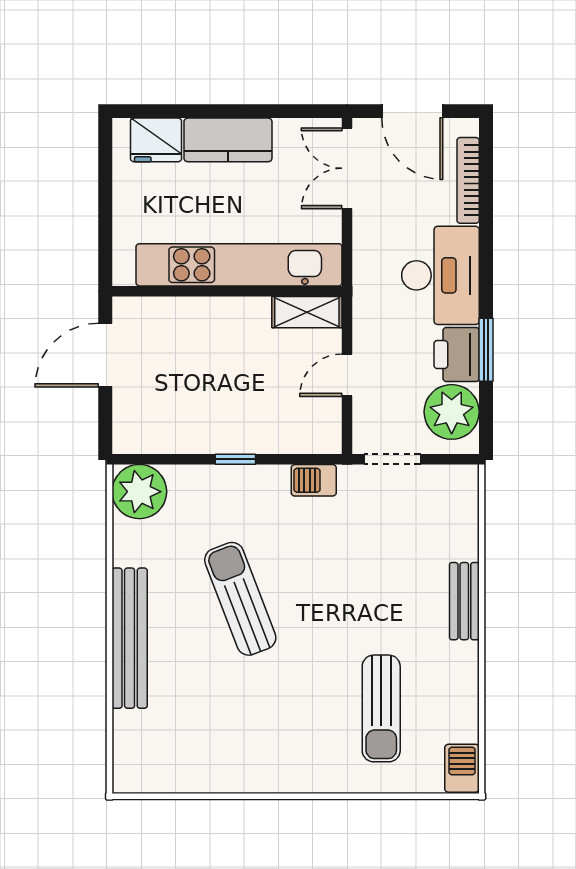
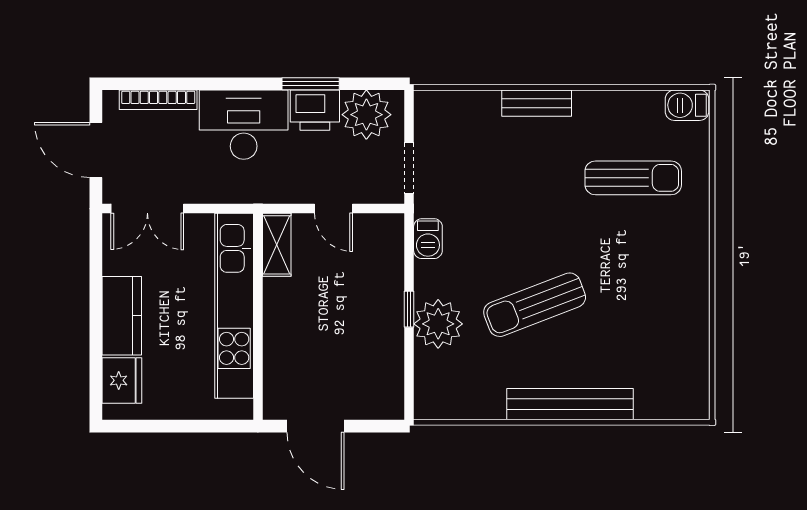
door: (412, 111) -> (96, 150), swing flipped
plant: (139, 492) -> (438, 324), moved

